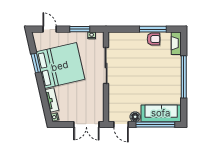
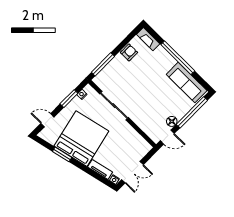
window: (153, 29) -> (103, 64), moved
sofa: (161, 113) -> (187, 82), moved, turned -90
double door: (86, 124) -> (132, 172), moved

